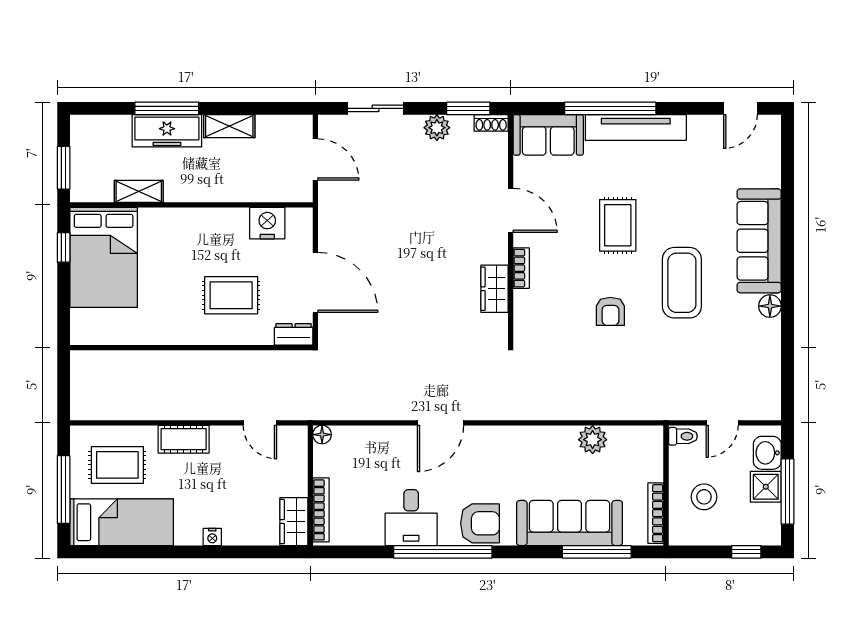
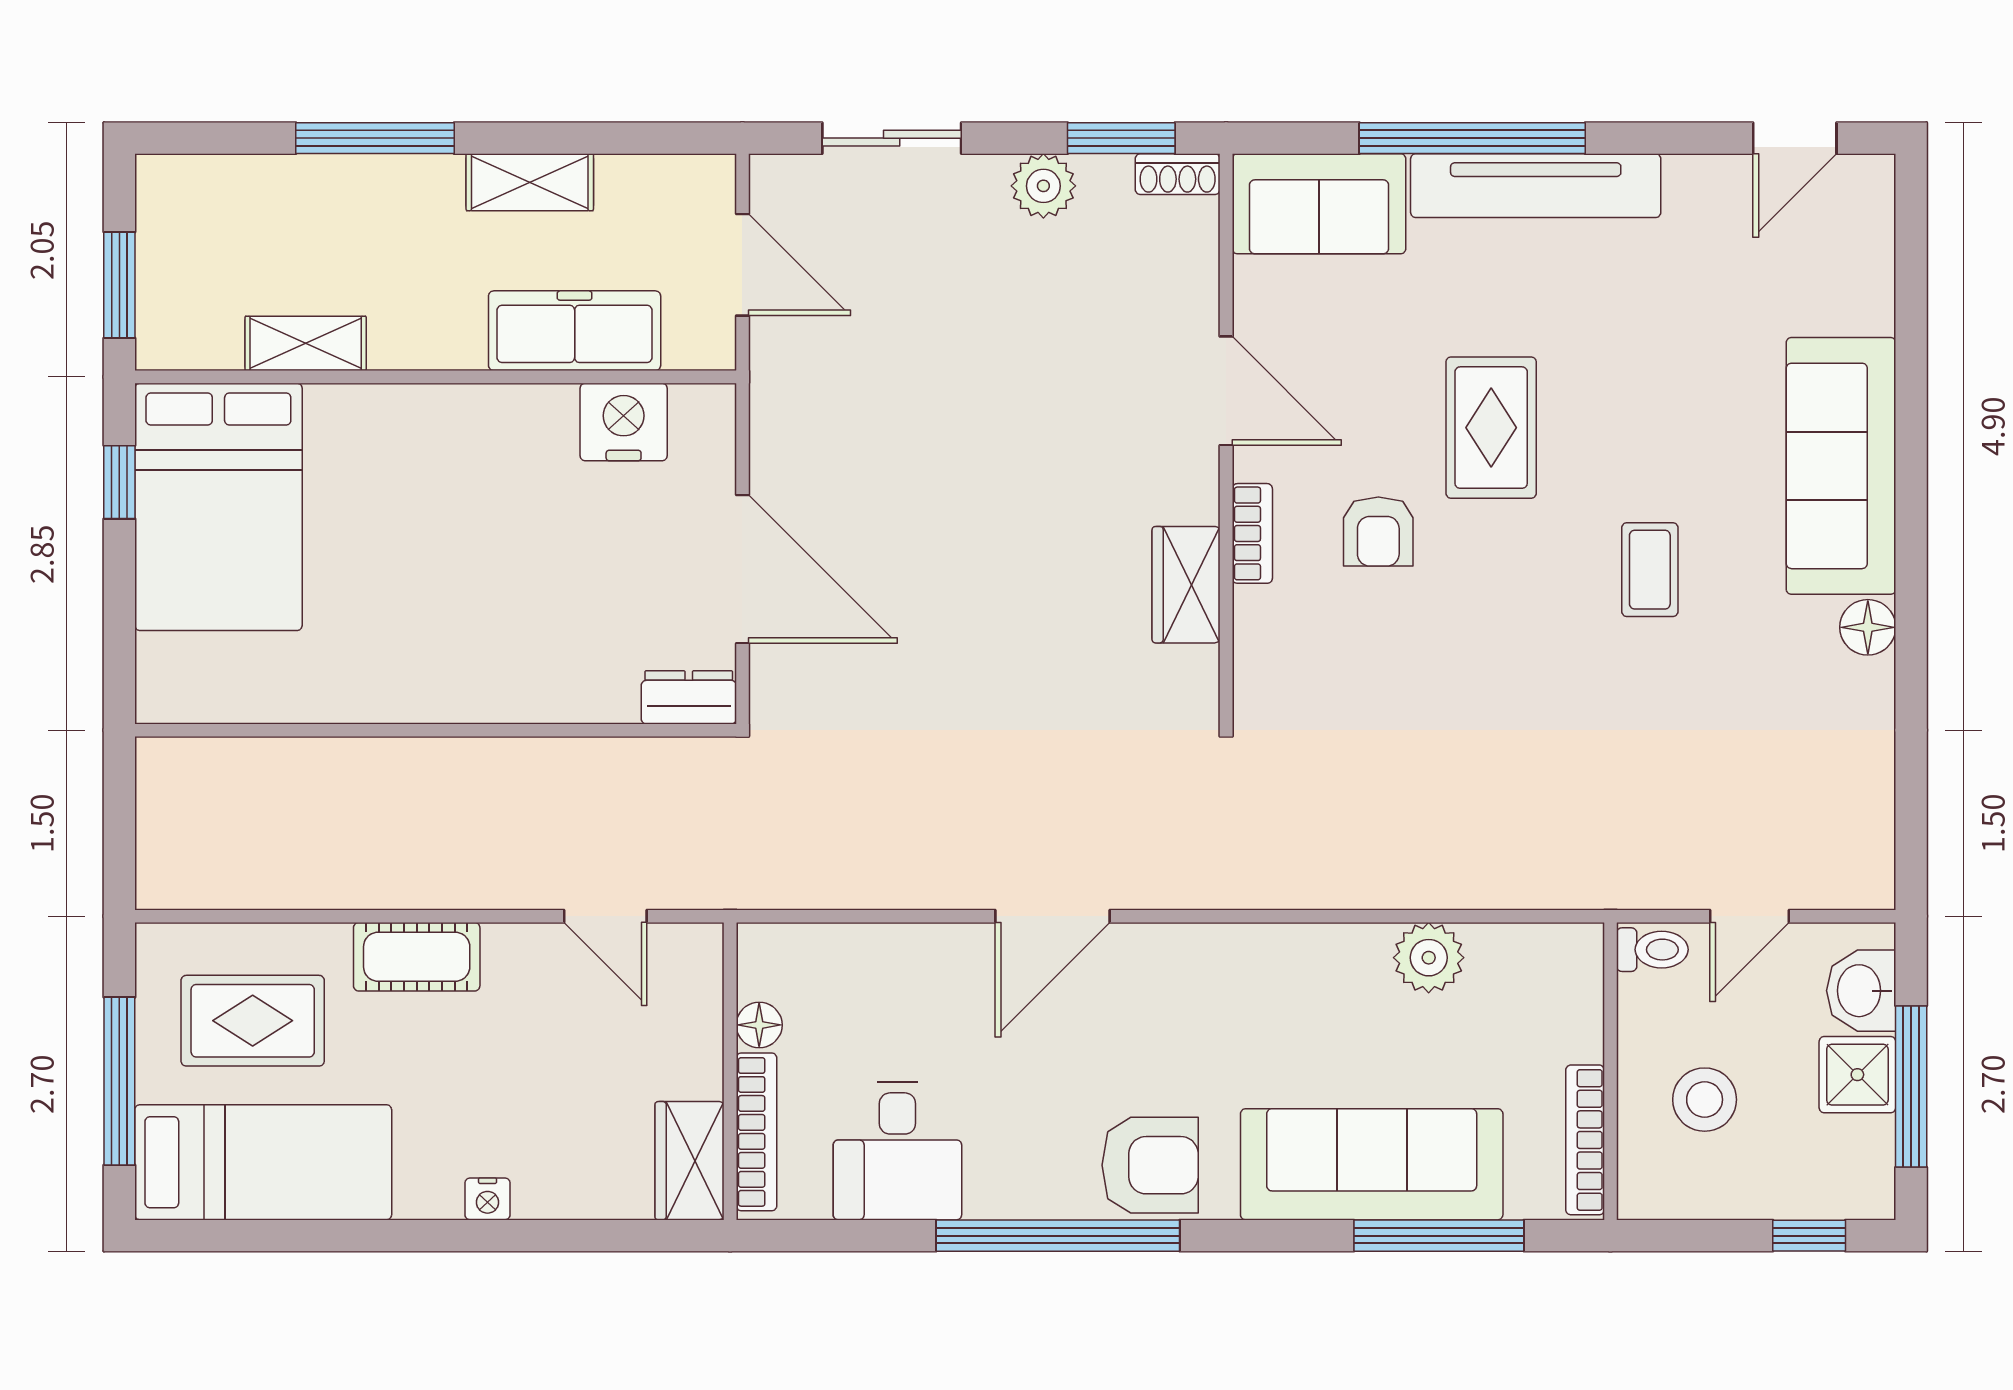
freezer: (167, 131) -> (575, 331), moved, turned 180
coffee table: (682, 283) -> (1650, 570), width x0.54, depth x0.58
rug: (231, 295) -> (534, 601), removed
armchair: (610, 311) -> (1378, 532), moved
floor lamp: (322, 435) -> (759, 1025), moved
desk: (411, 518) -> (897, 1151), moved

